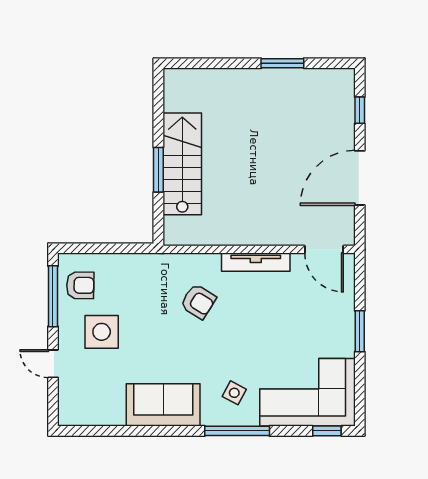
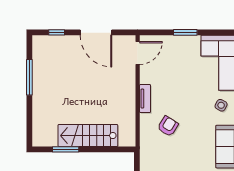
window: (282, 63) -> (29, 77), width x1.44
window: (158, 170) -> (66, 149), moved
tv unit: (256, 262) -> (145, 99), width x0.71

